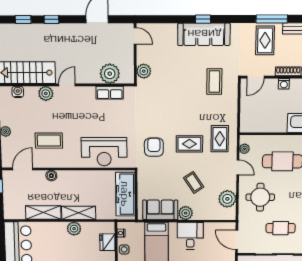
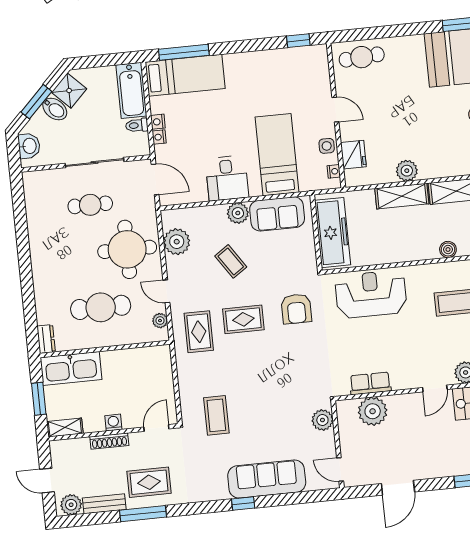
sofa: (204, 34) -> (267, 479), moved
rug: (265, 40) -> (149, 482), turned 90
round table: (260, 197) -> (127, 249), width x1.36, depth x1.36

